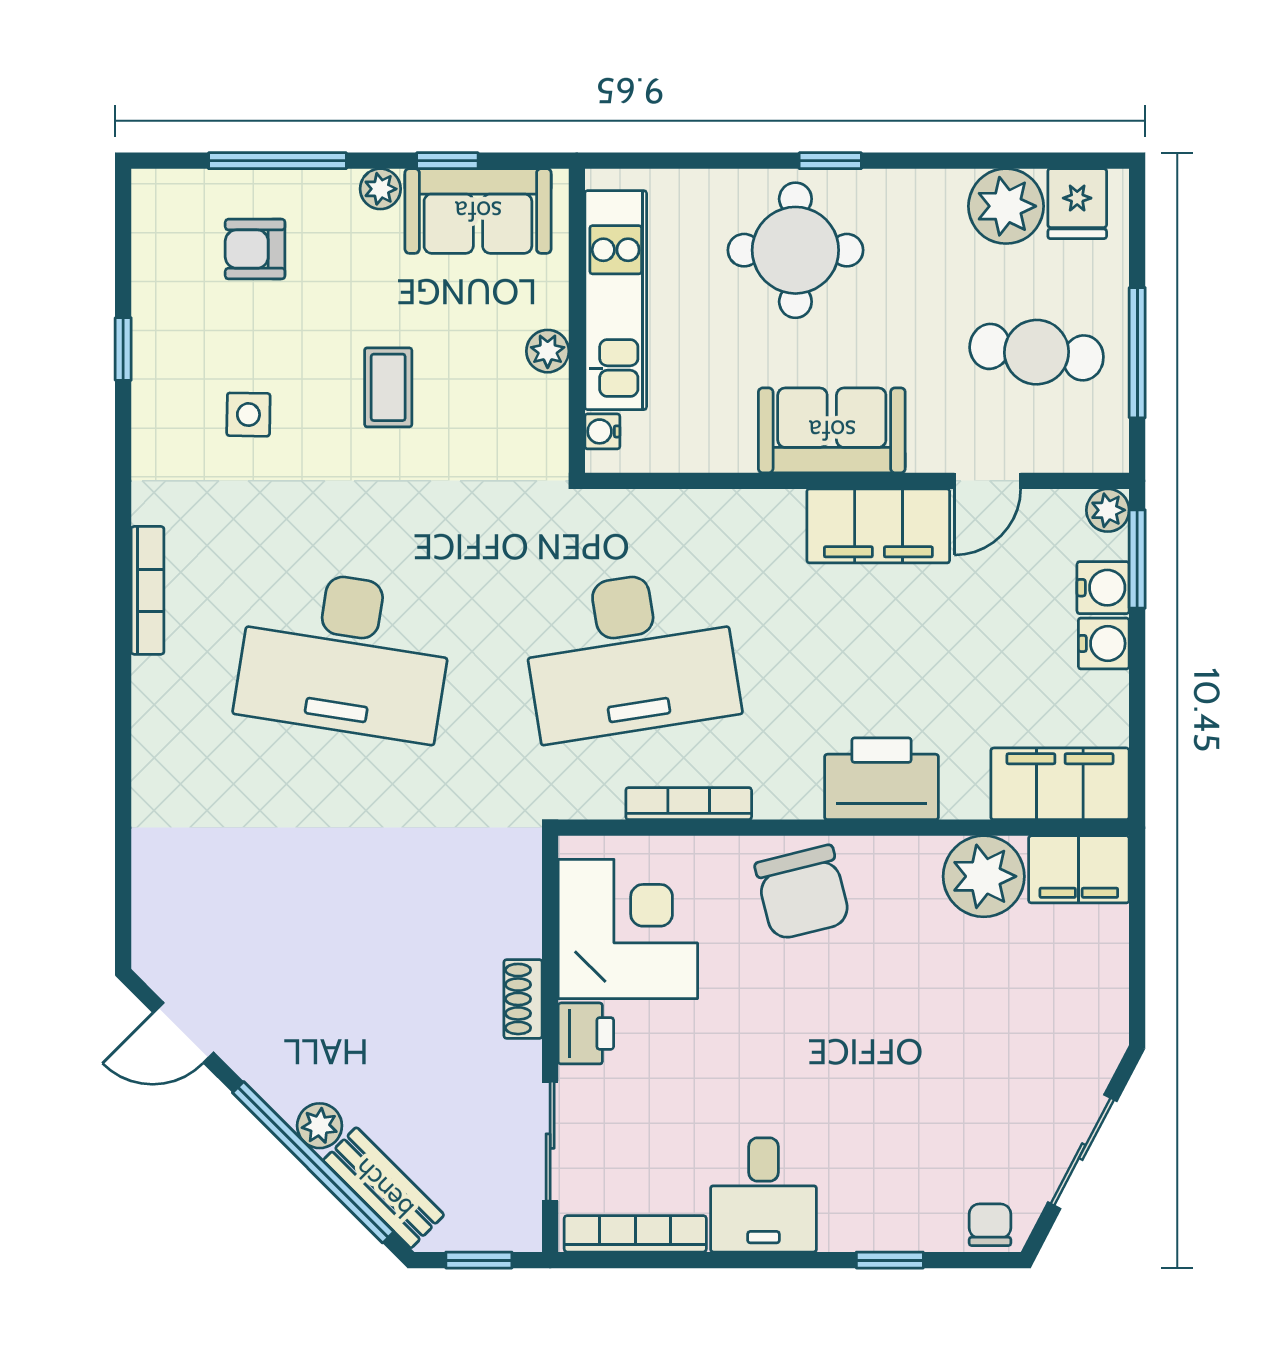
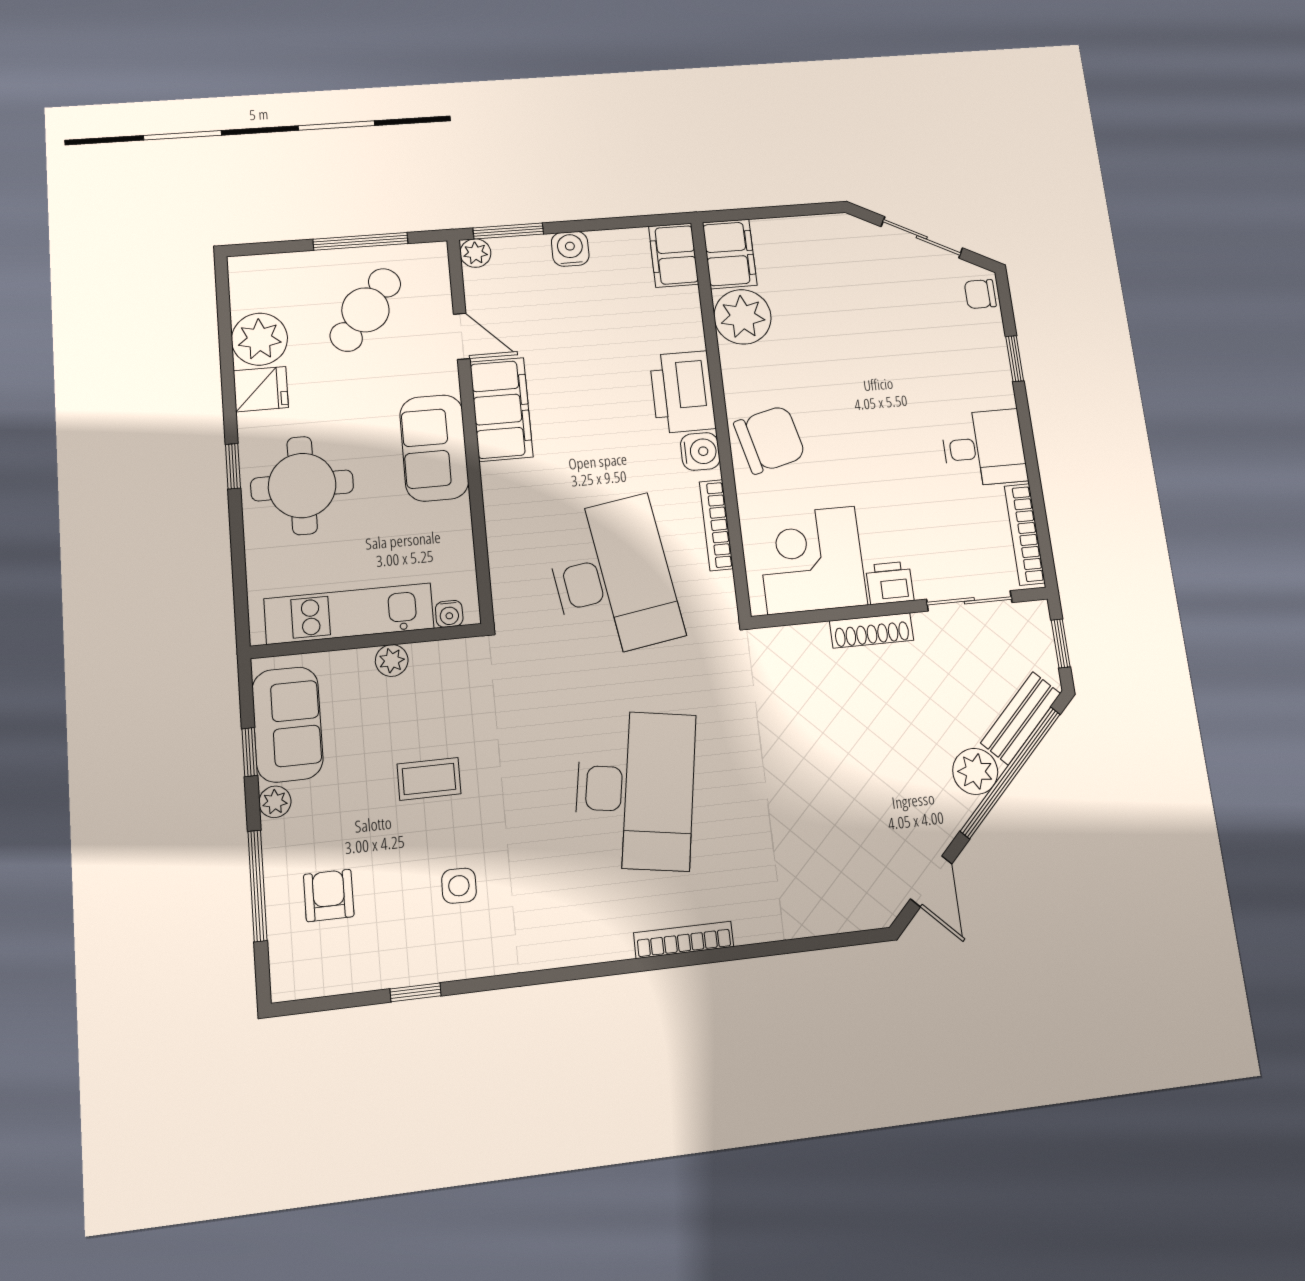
fridge: (1077, 204) -> (261, 389), moved
armchair: (255, 249) -> (329, 895), turned 180
cafe table: (1037, 352) -> (365, 310), turned 31
water cooler: (1103, 588) -> (700, 451), moved, turned 90
bookcase: (148, 590) -> (684, 940), moved
filing cabinet: (1060, 784) -> (674, 255), width x0.67, depth x0.86
shoe rack: (523, 999) -> (872, 630), width x1.43
plant: (320, 1126) -> (975, 771), width x1.38, depth x1.38

